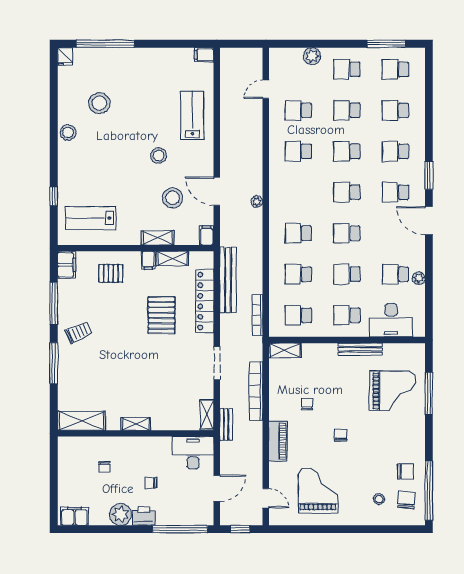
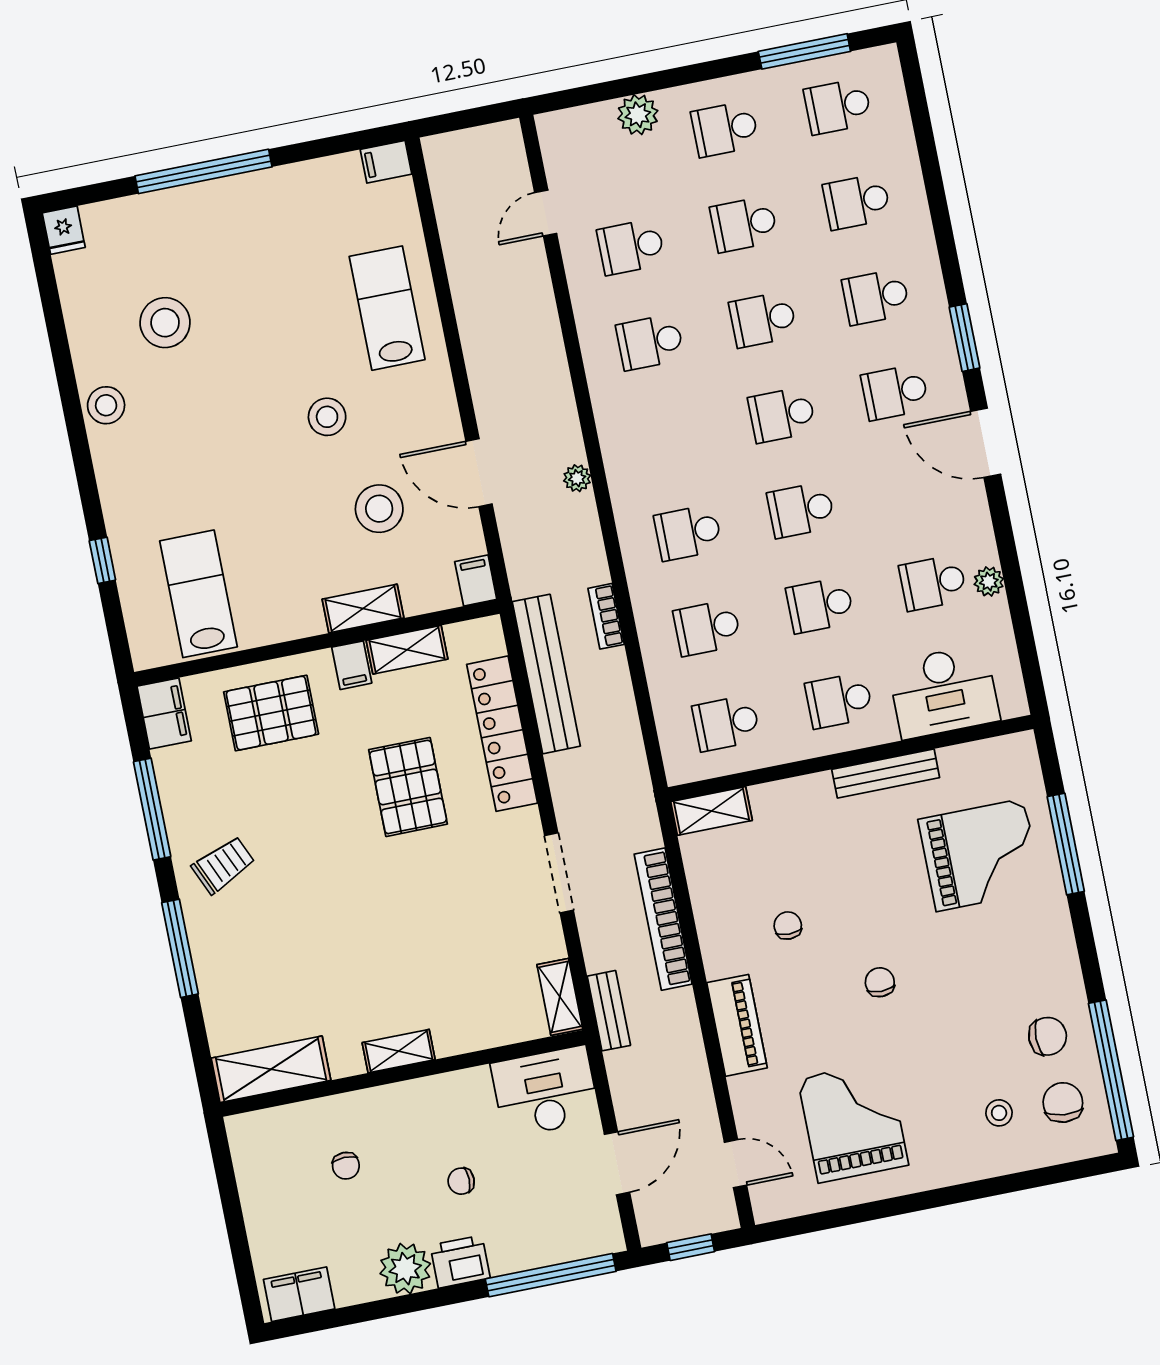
window: (105, 44) -> (204, 171), moved
lab bench: (91, 218) -> (198, 594), turned 90
pallet: (111, 273) -> (271, 713), width x1.50, depth x1.42
bookcase: (257, 315) -> (606, 616), moved, width x0.64

